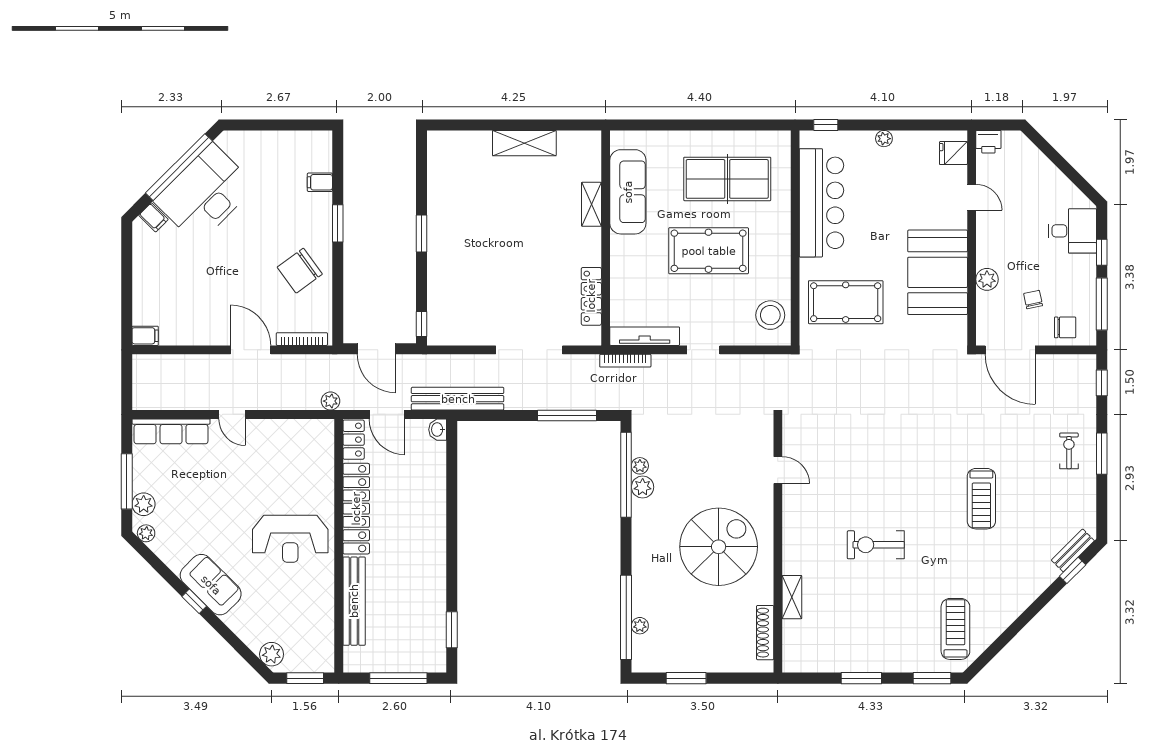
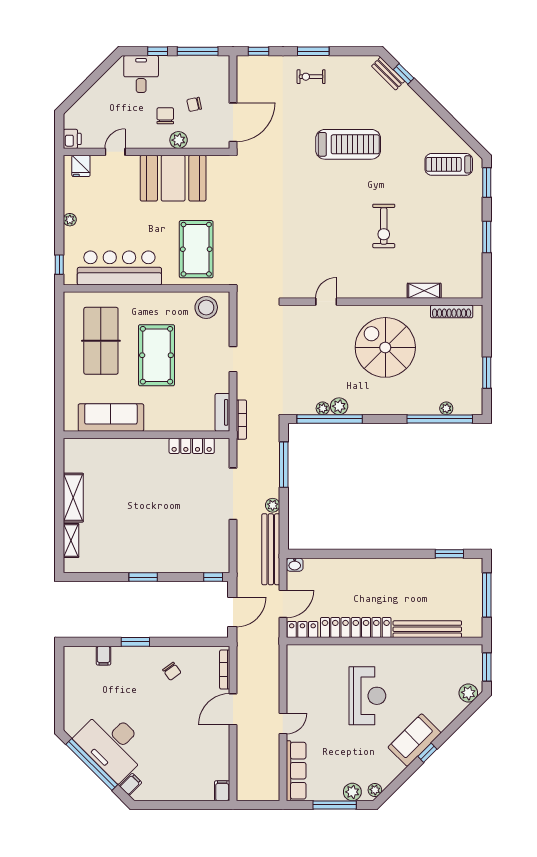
shelving: (591, 204) -> (71, 541), moved, turned 90
chair: (300, 271) -> (172, 671), width x0.54, depth x0.54
chair: (1065, 327) -> (165, 116), moved
tv unit: (645, 336) -> (222, 412), width x0.71
plant: (331, 401) -> (273, 505), moved
treadmill: (981, 499) -> (348, 144), width x1.37, depth x1.38
reception desk: (290, 539) -> (367, 696), moved

